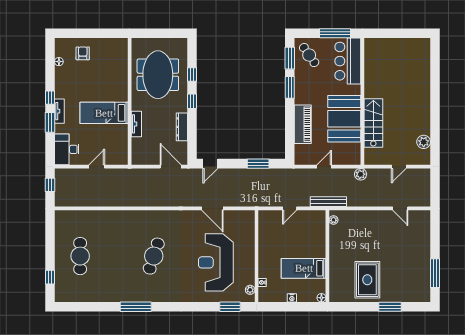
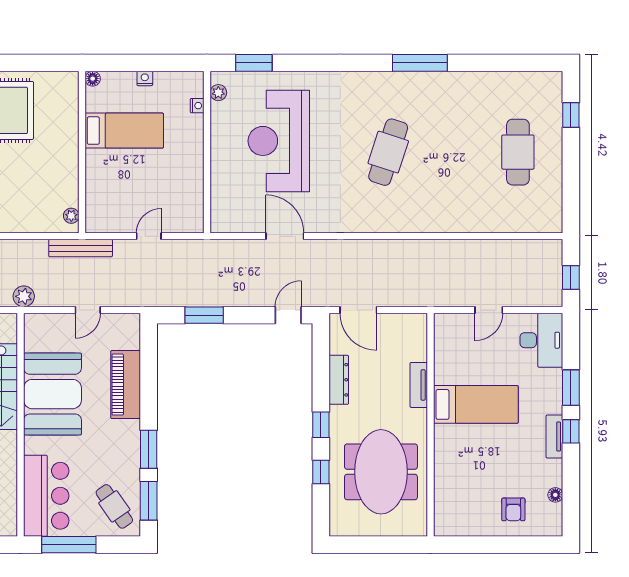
tv unit: (59, 111) -> (554, 436), moved
reception desk: (216, 262) -> (279, 141), turned 180

